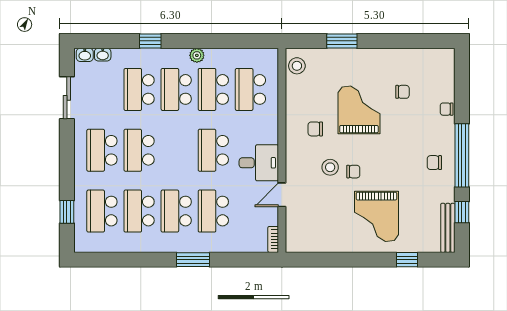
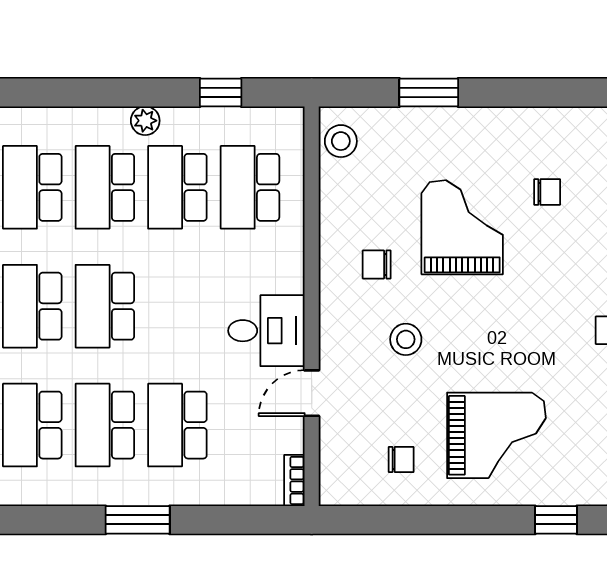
window: (150, 41) -> (221, 92), moved
school desk: (213, 150) -> (105, 306), moved
chair: (353, 172) -> (401, 460), moved
grand piano: (376, 216) -> (496, 435), turned -90

